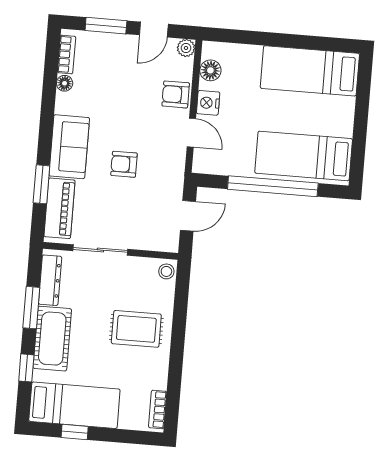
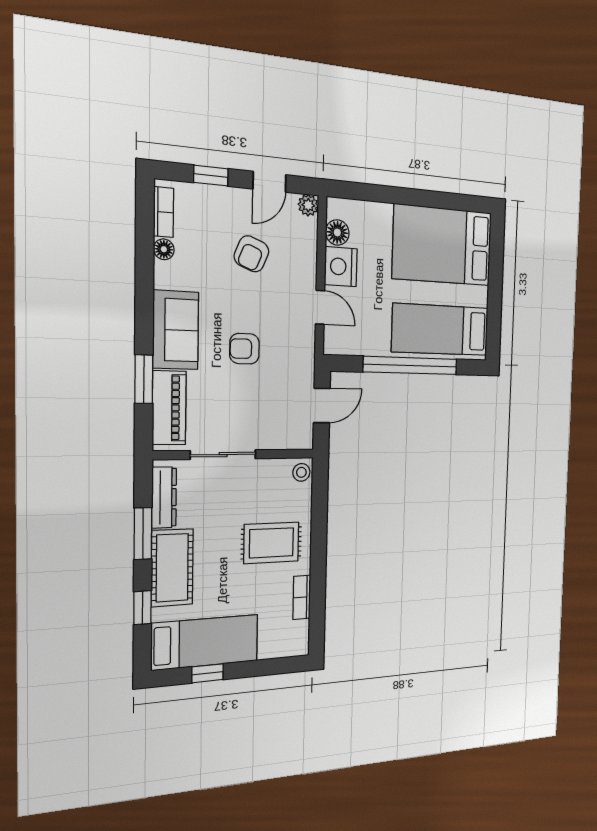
window: (106, 26) -> (211, 176), width x0.67
bed: (310, 71) -> (442, 245), width x1.50
armchair: (176, 94) -> (251, 254), moved, turned -68
nightstand: (208, 103) -> (341, 267), width x1.36, depth x1.33
bookcase: (158, 409) -> (302, 597), moved

